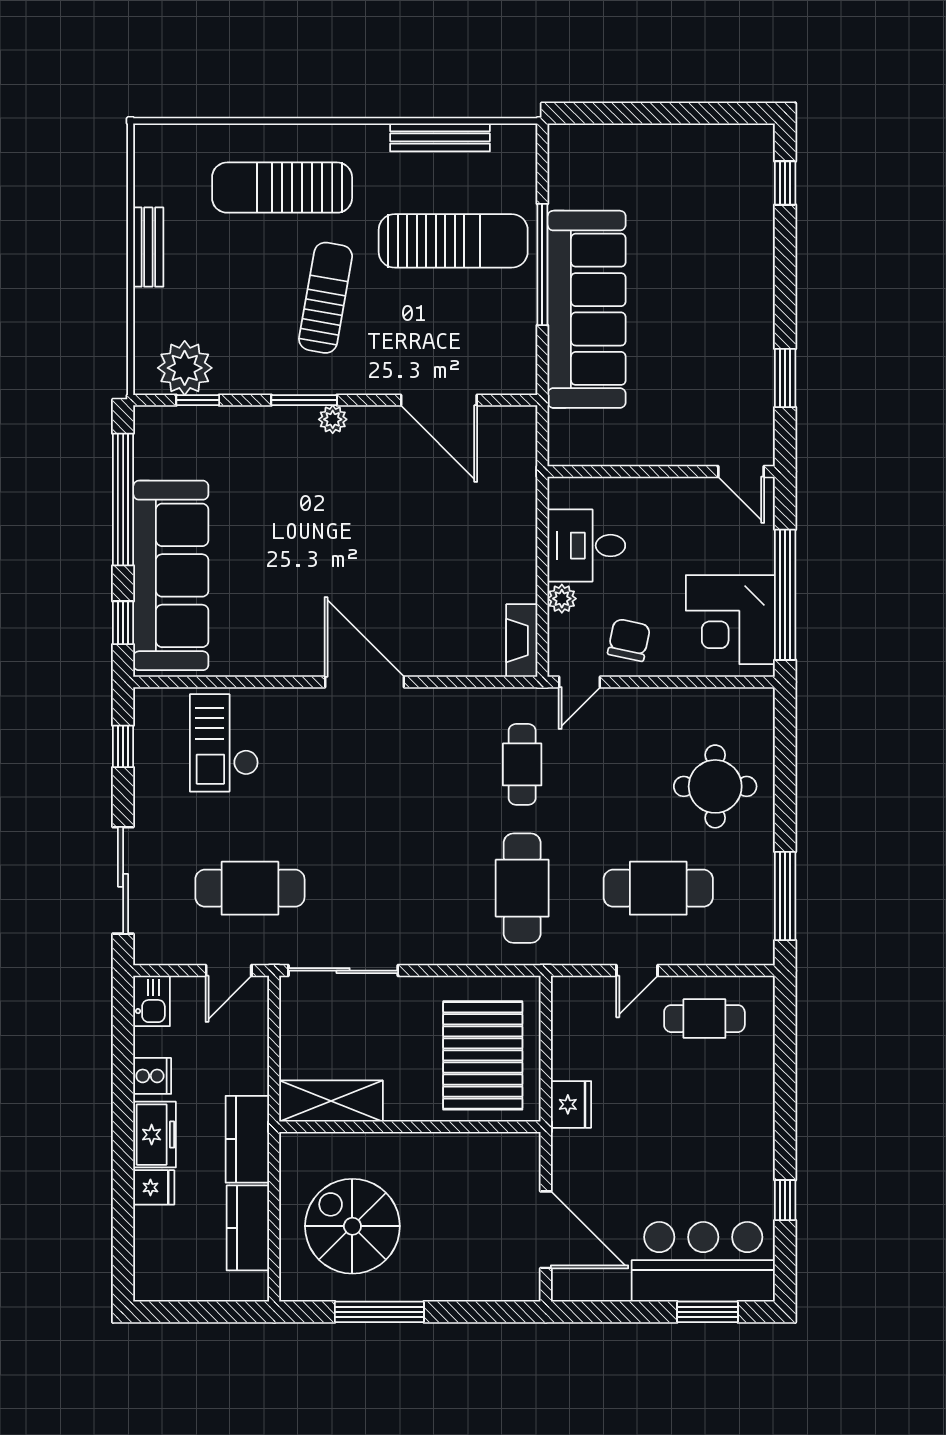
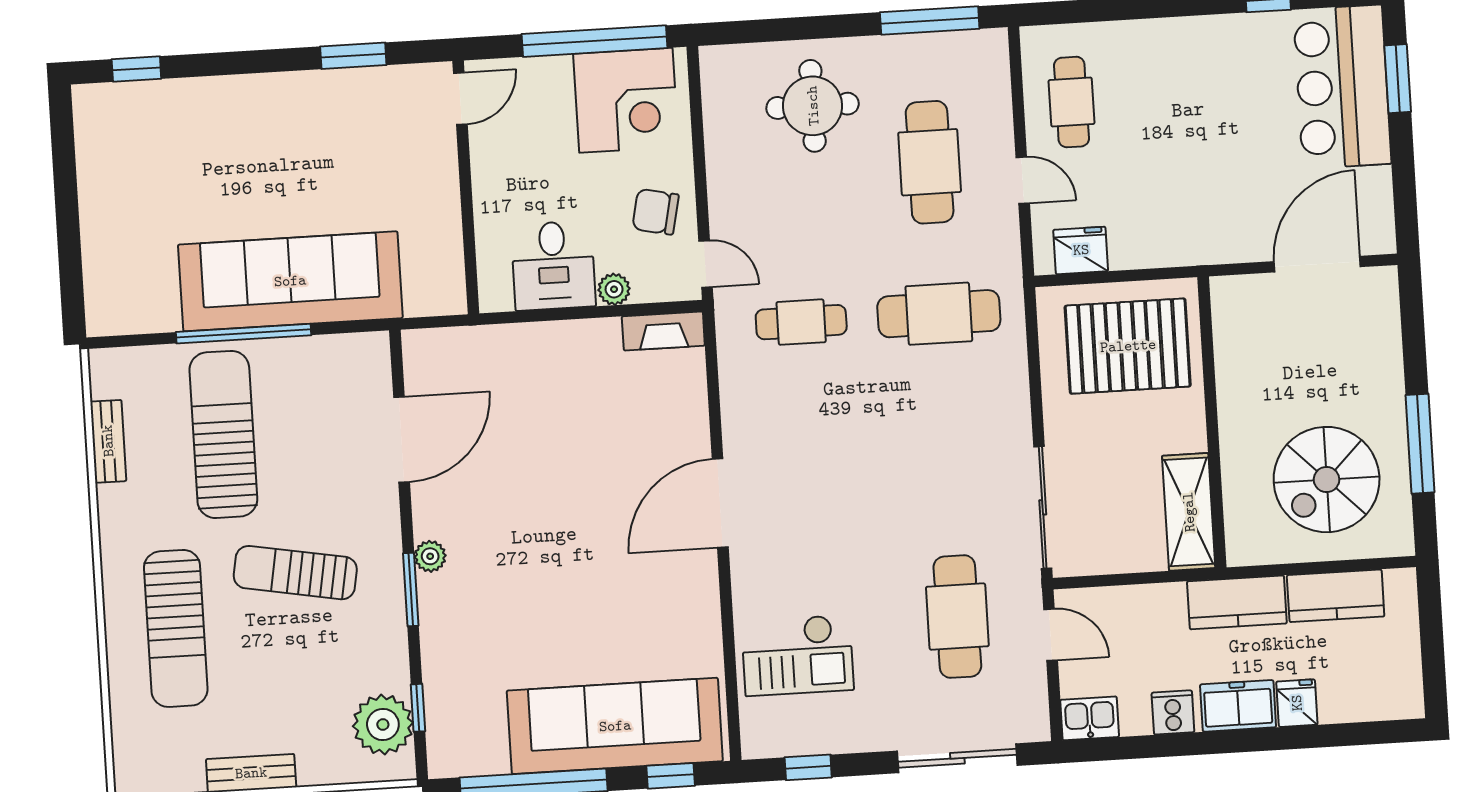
bench: (440, 137) -> (108, 441), width x0.73
fridge: (571, 1104) -> (1081, 250), moved

